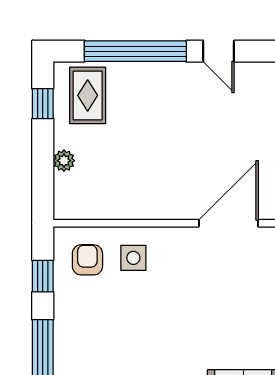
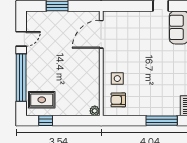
plant: (64, 161) -> (95, 111), moved
door: (228, 223) -> (101, 34), hinge flipped
window: (43, 276) -> (126, 121), removed

